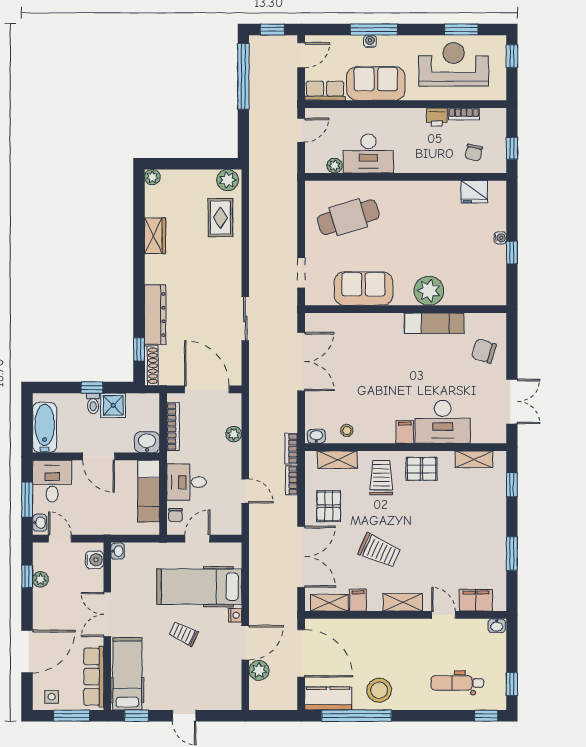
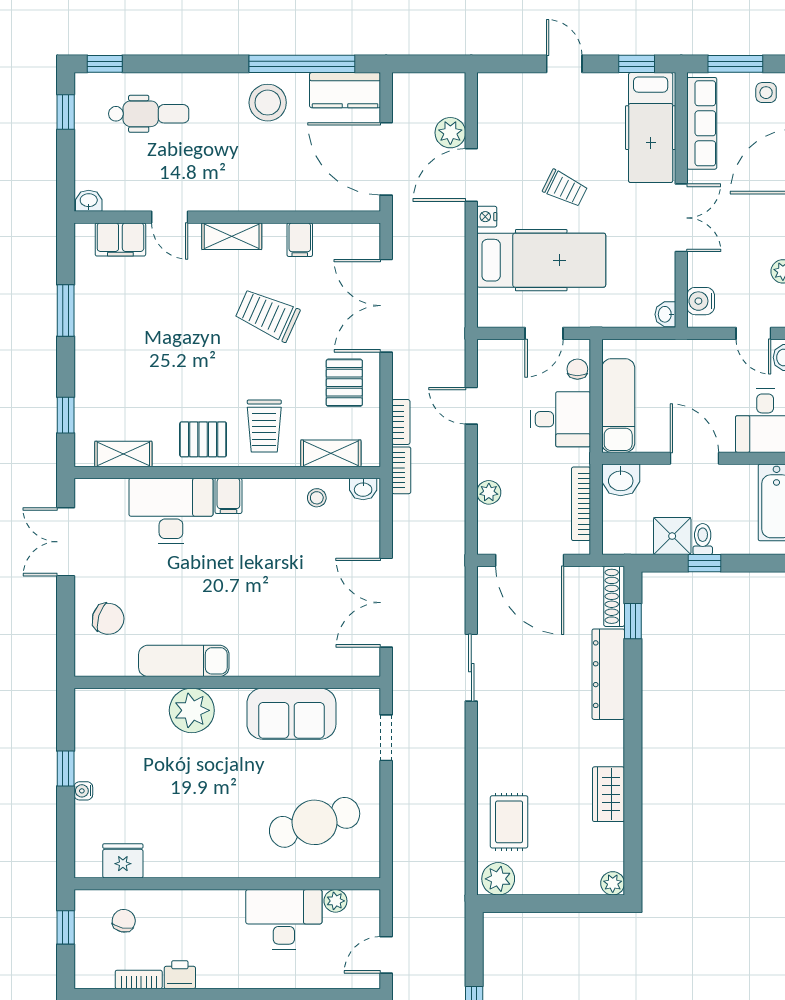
shelving: (329, 603) -> (343, 236), removed

